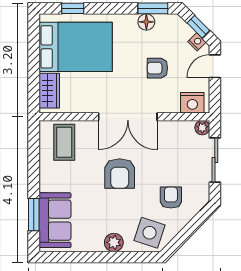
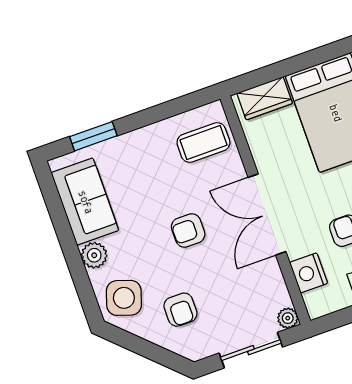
nightstand: (192, 103) -> (309, 273), moved
armchair: (120, 174) -> (188, 230), width x0.72, depth x0.72
armchair: (171, 198) -> (180, 310), turned 90
sofa: (55, 220) -> (85, 202), moved, turned -90

